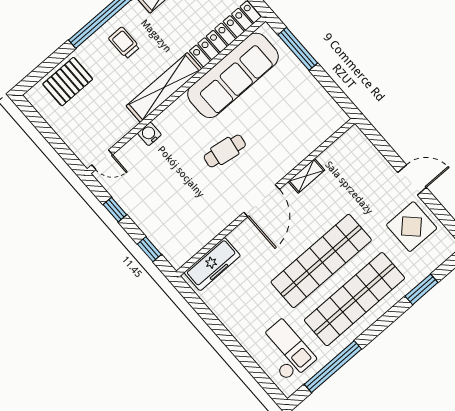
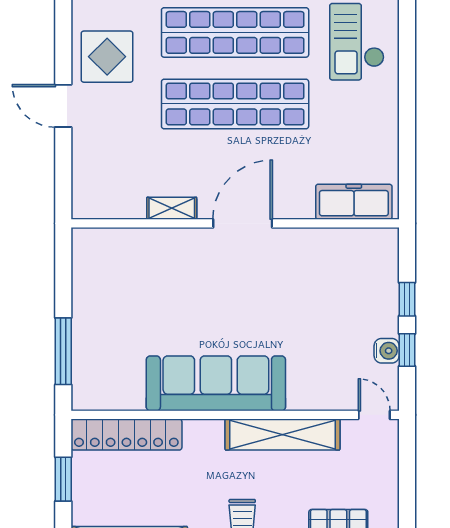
sofa: (233, 75) -> (216, 383), moved
shelving: (164, 87) -> (282, 435), moved
water cooler: (149, 134) -> (387, 351), moved, turned -90
cafe table: (225, 151) -> (236, 310), removed
window: (149, 249) -> (407, 299), moved

